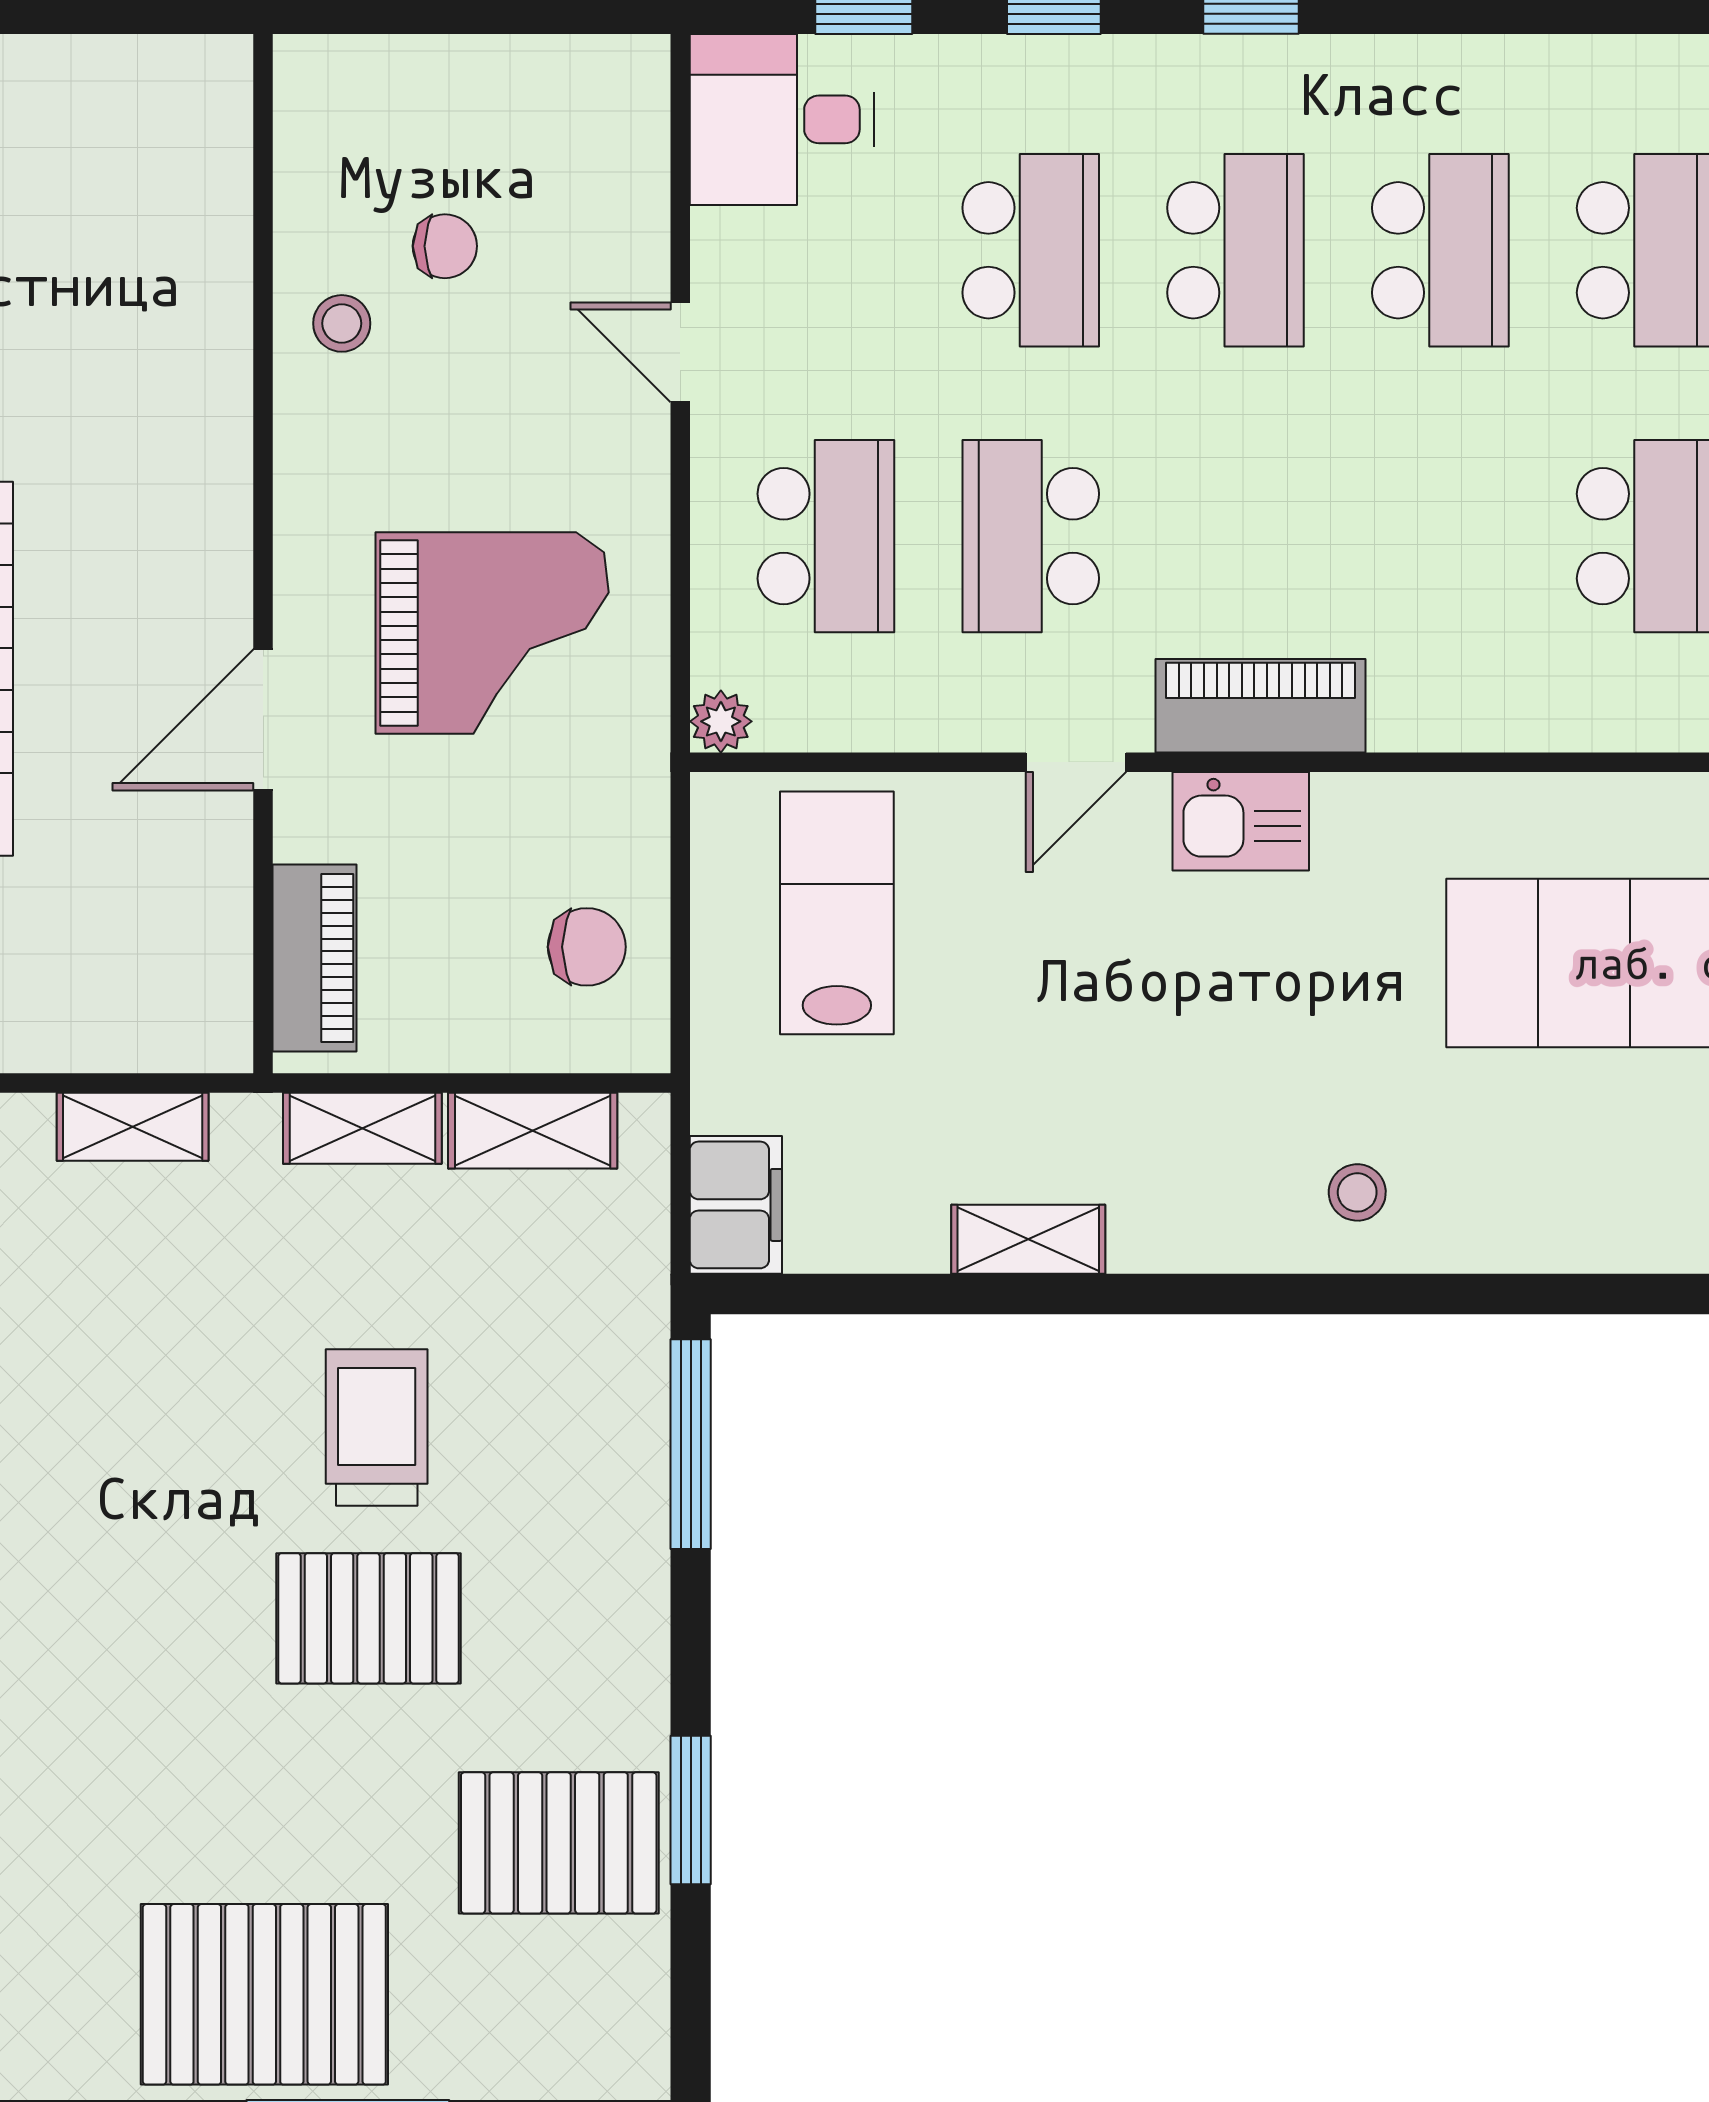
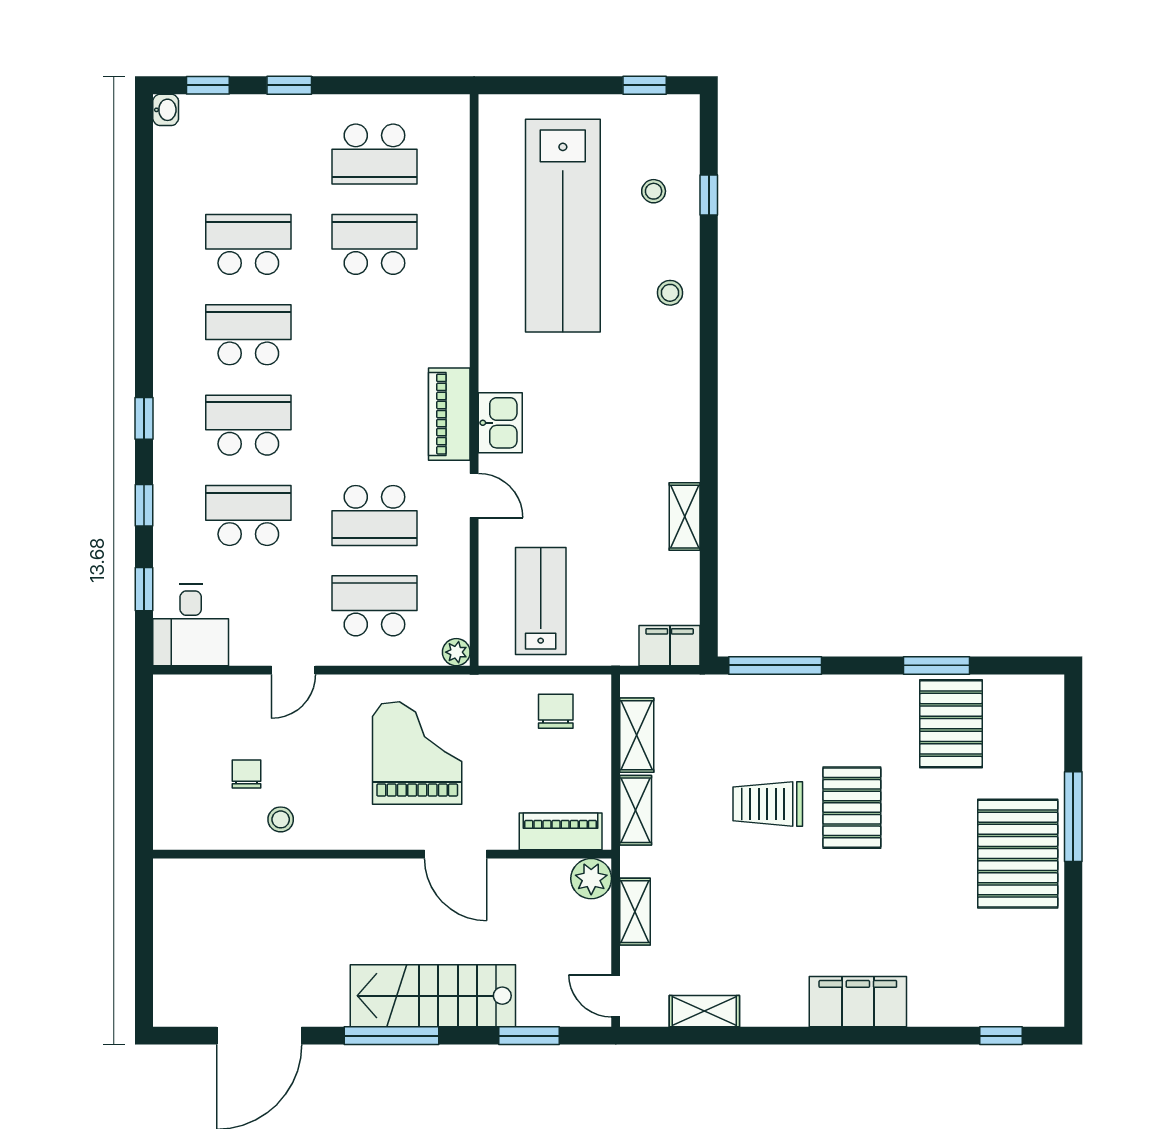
lab bench: (837, 913) -> (541, 601), turned 90
plant: (207, 1027) -> (591, 879), added
stool: (1357, 1192) -> (670, 293), moved

